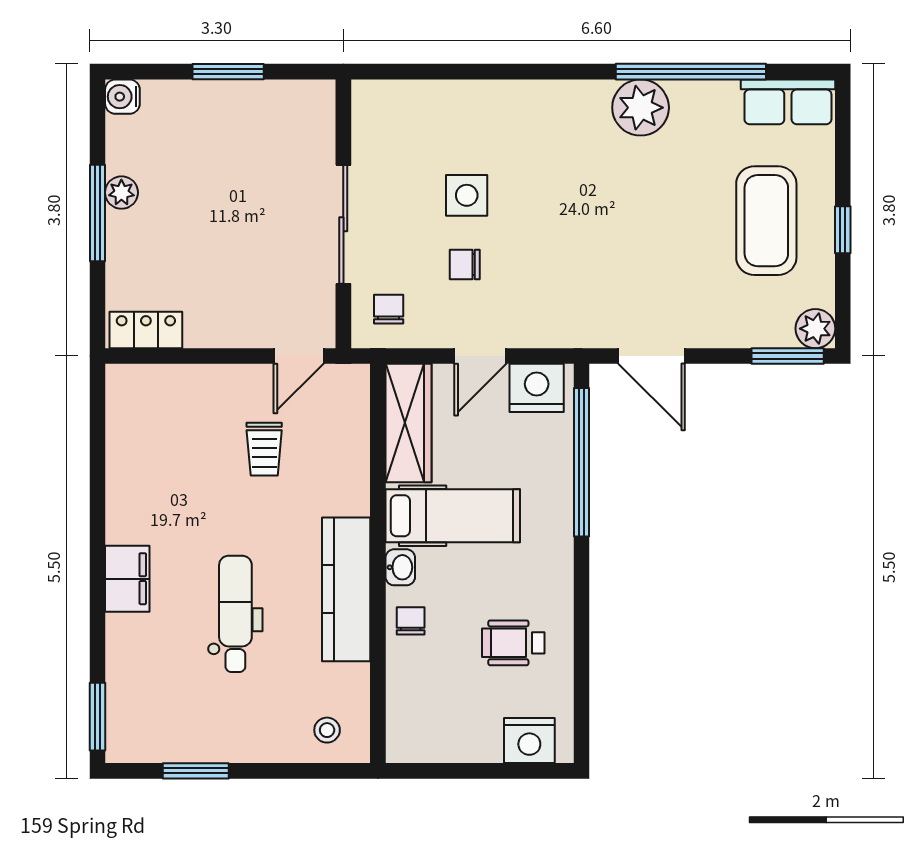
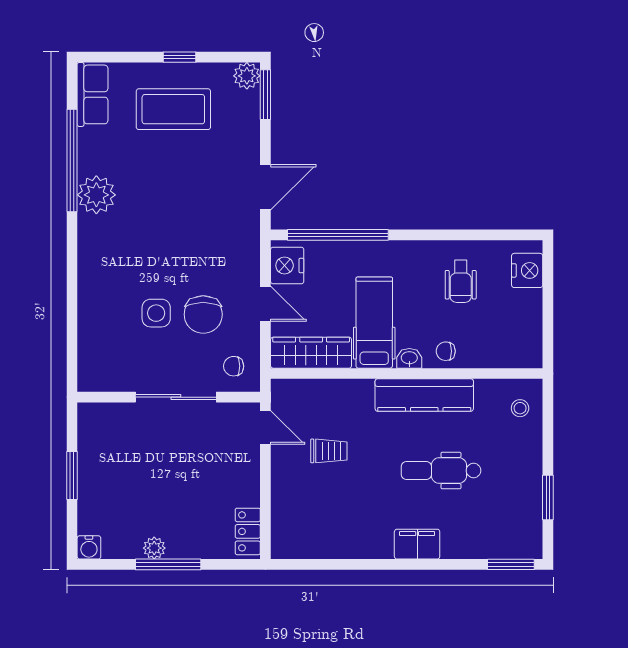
chair: (465, 265) -> (203, 314), width x1.87, depth x1.87

